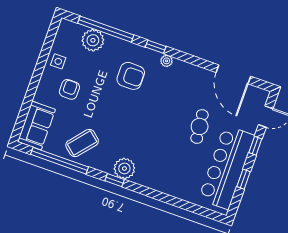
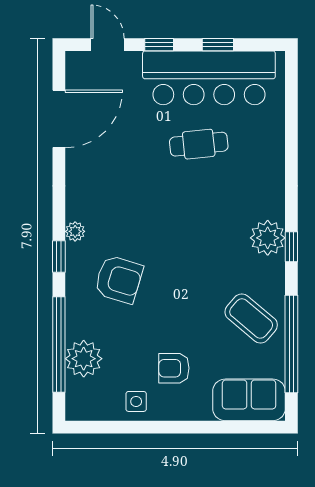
armchair: (131, 76) -> (119, 279), turned 107
cafe table: (200, 126) -> (199, 144), moved

